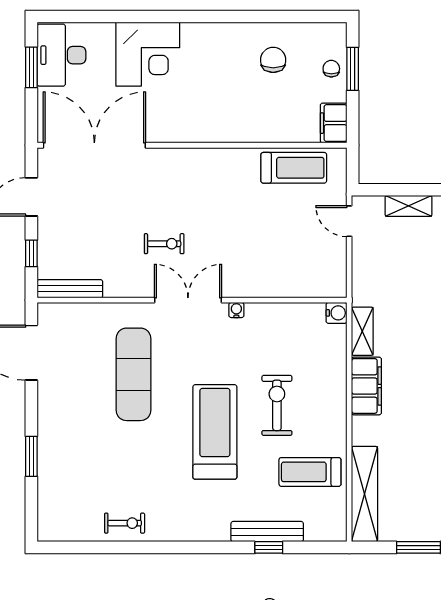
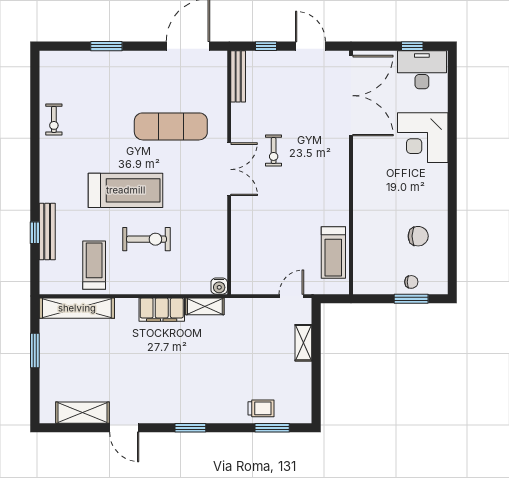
window: (31, 67) -> (412, 46), width x0.67
filing cabinet: (334, 123) -> (368, 284), removed
water cooler: (236, 310) -> (221, 207), removed

